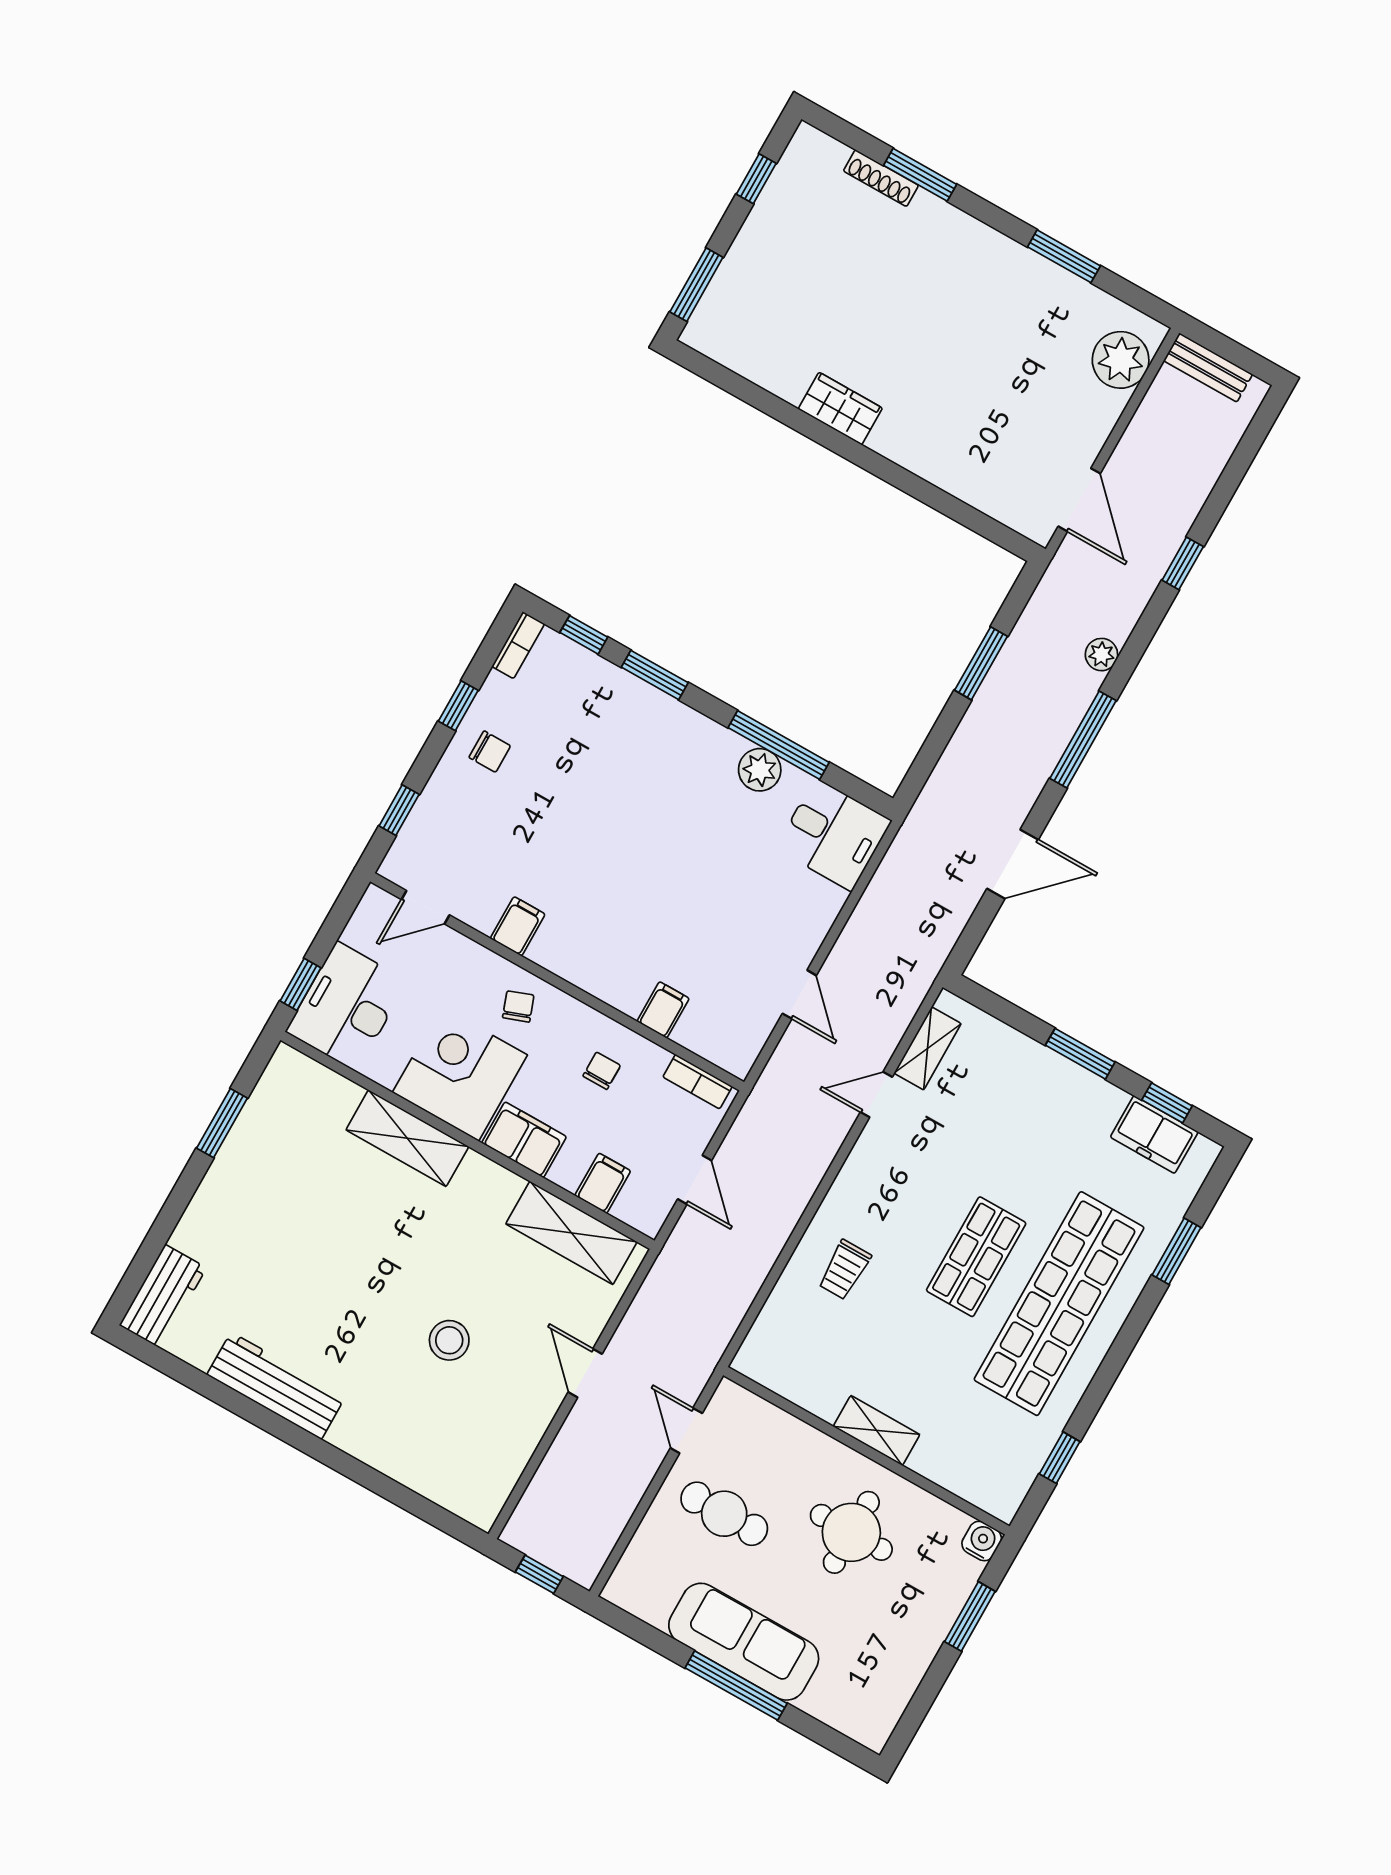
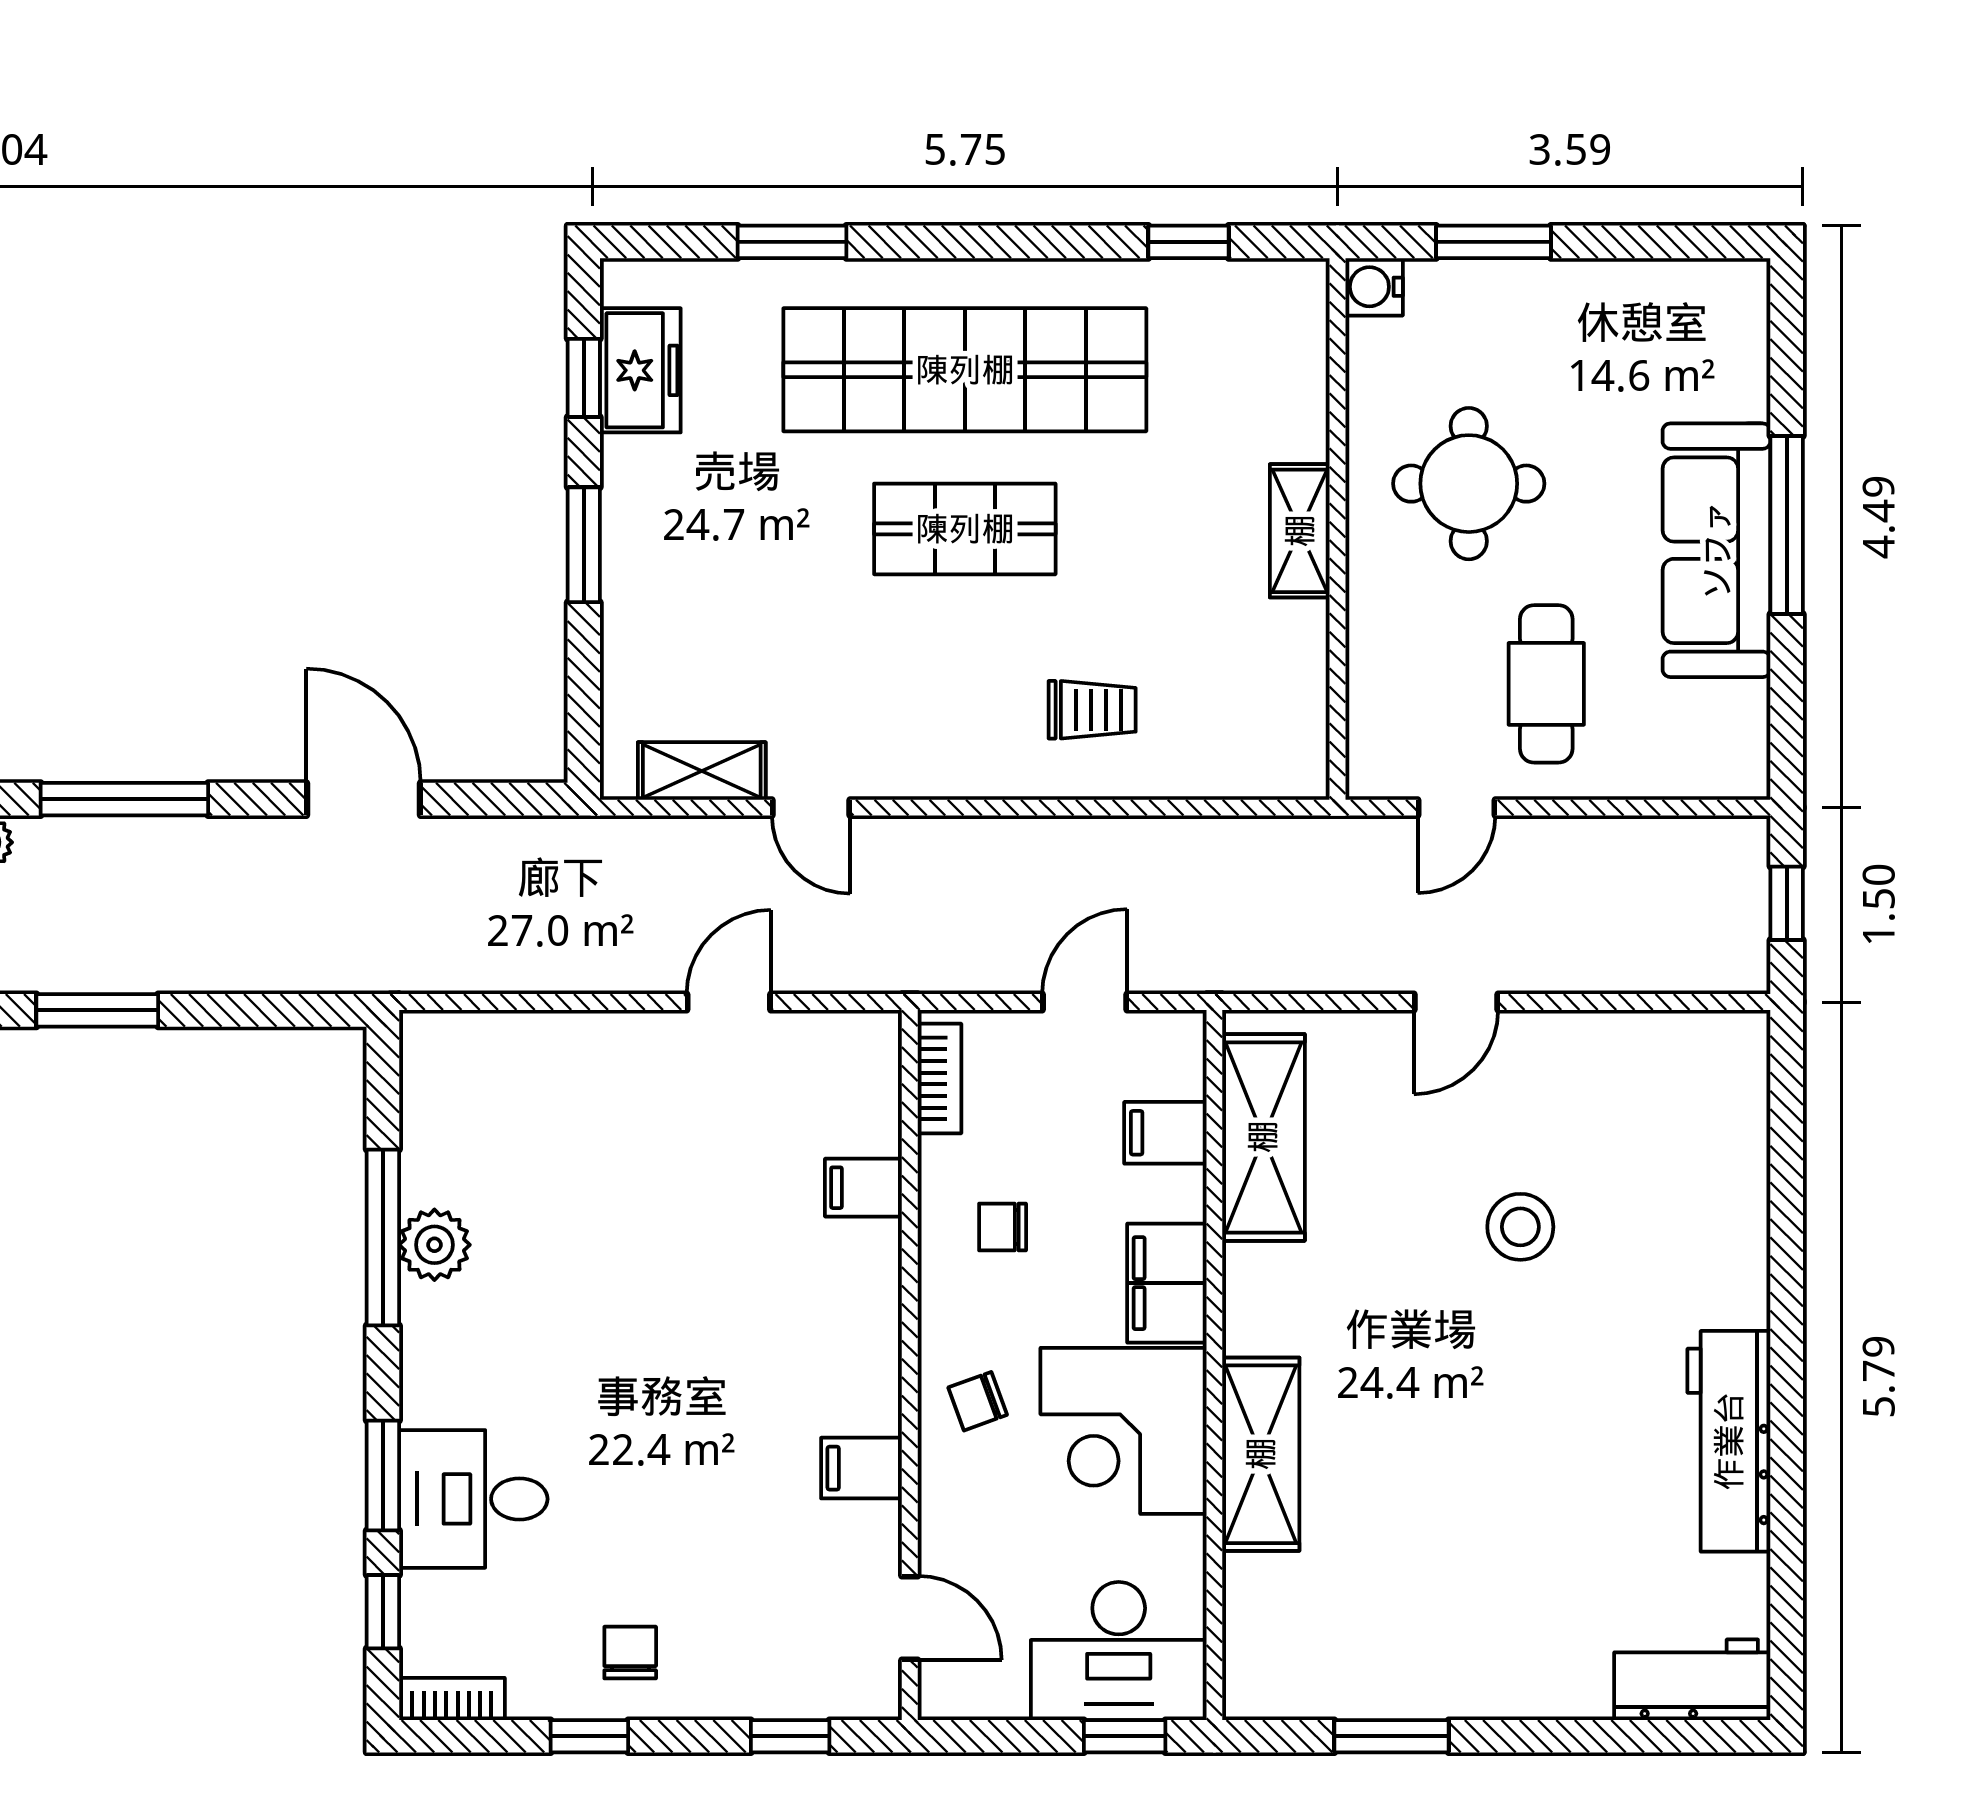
desk: (834, 835) -> (473, 1499), moved, turned -90

